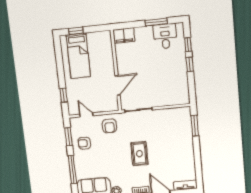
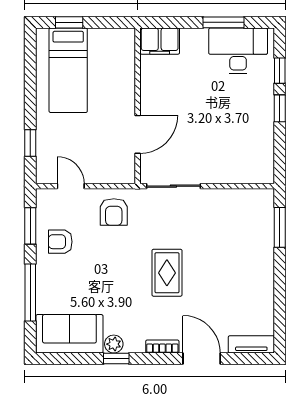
desk: (165, 36) -> (238, 51), width x1.37

